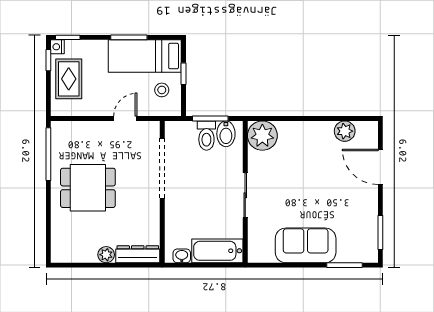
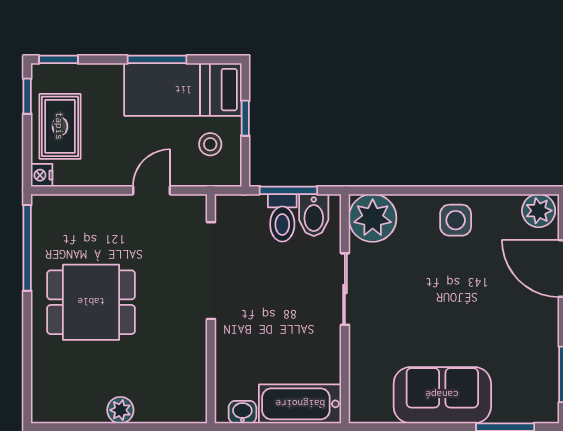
nightstand: (57, 47) -> (42, 175), moved
plant: (345, 131) -> (539, 211), moved
side table: (314, 137) -> (456, 220), added
sliding door: (245, 195) -> (345, 289), moved
dresser: (138, 254) -> (171, 410), removed

